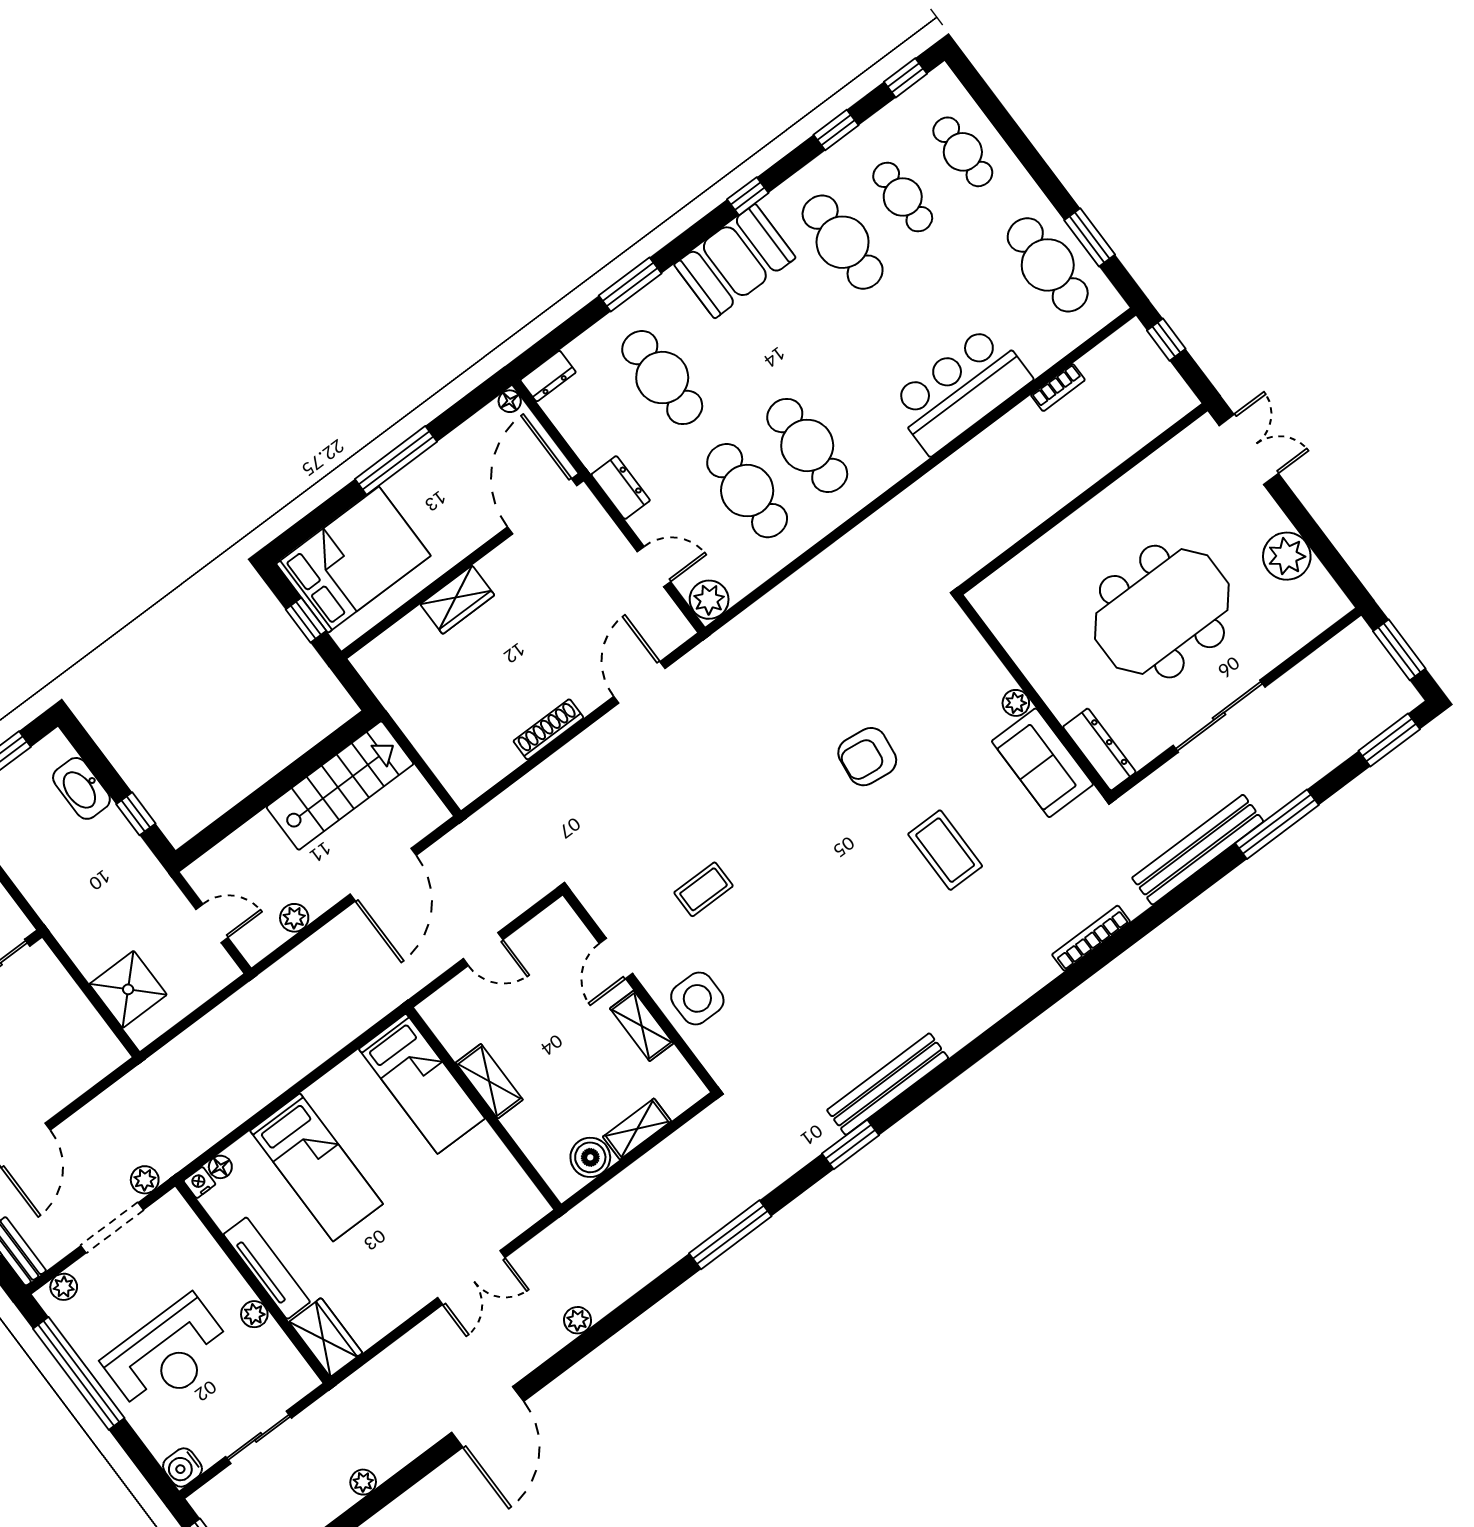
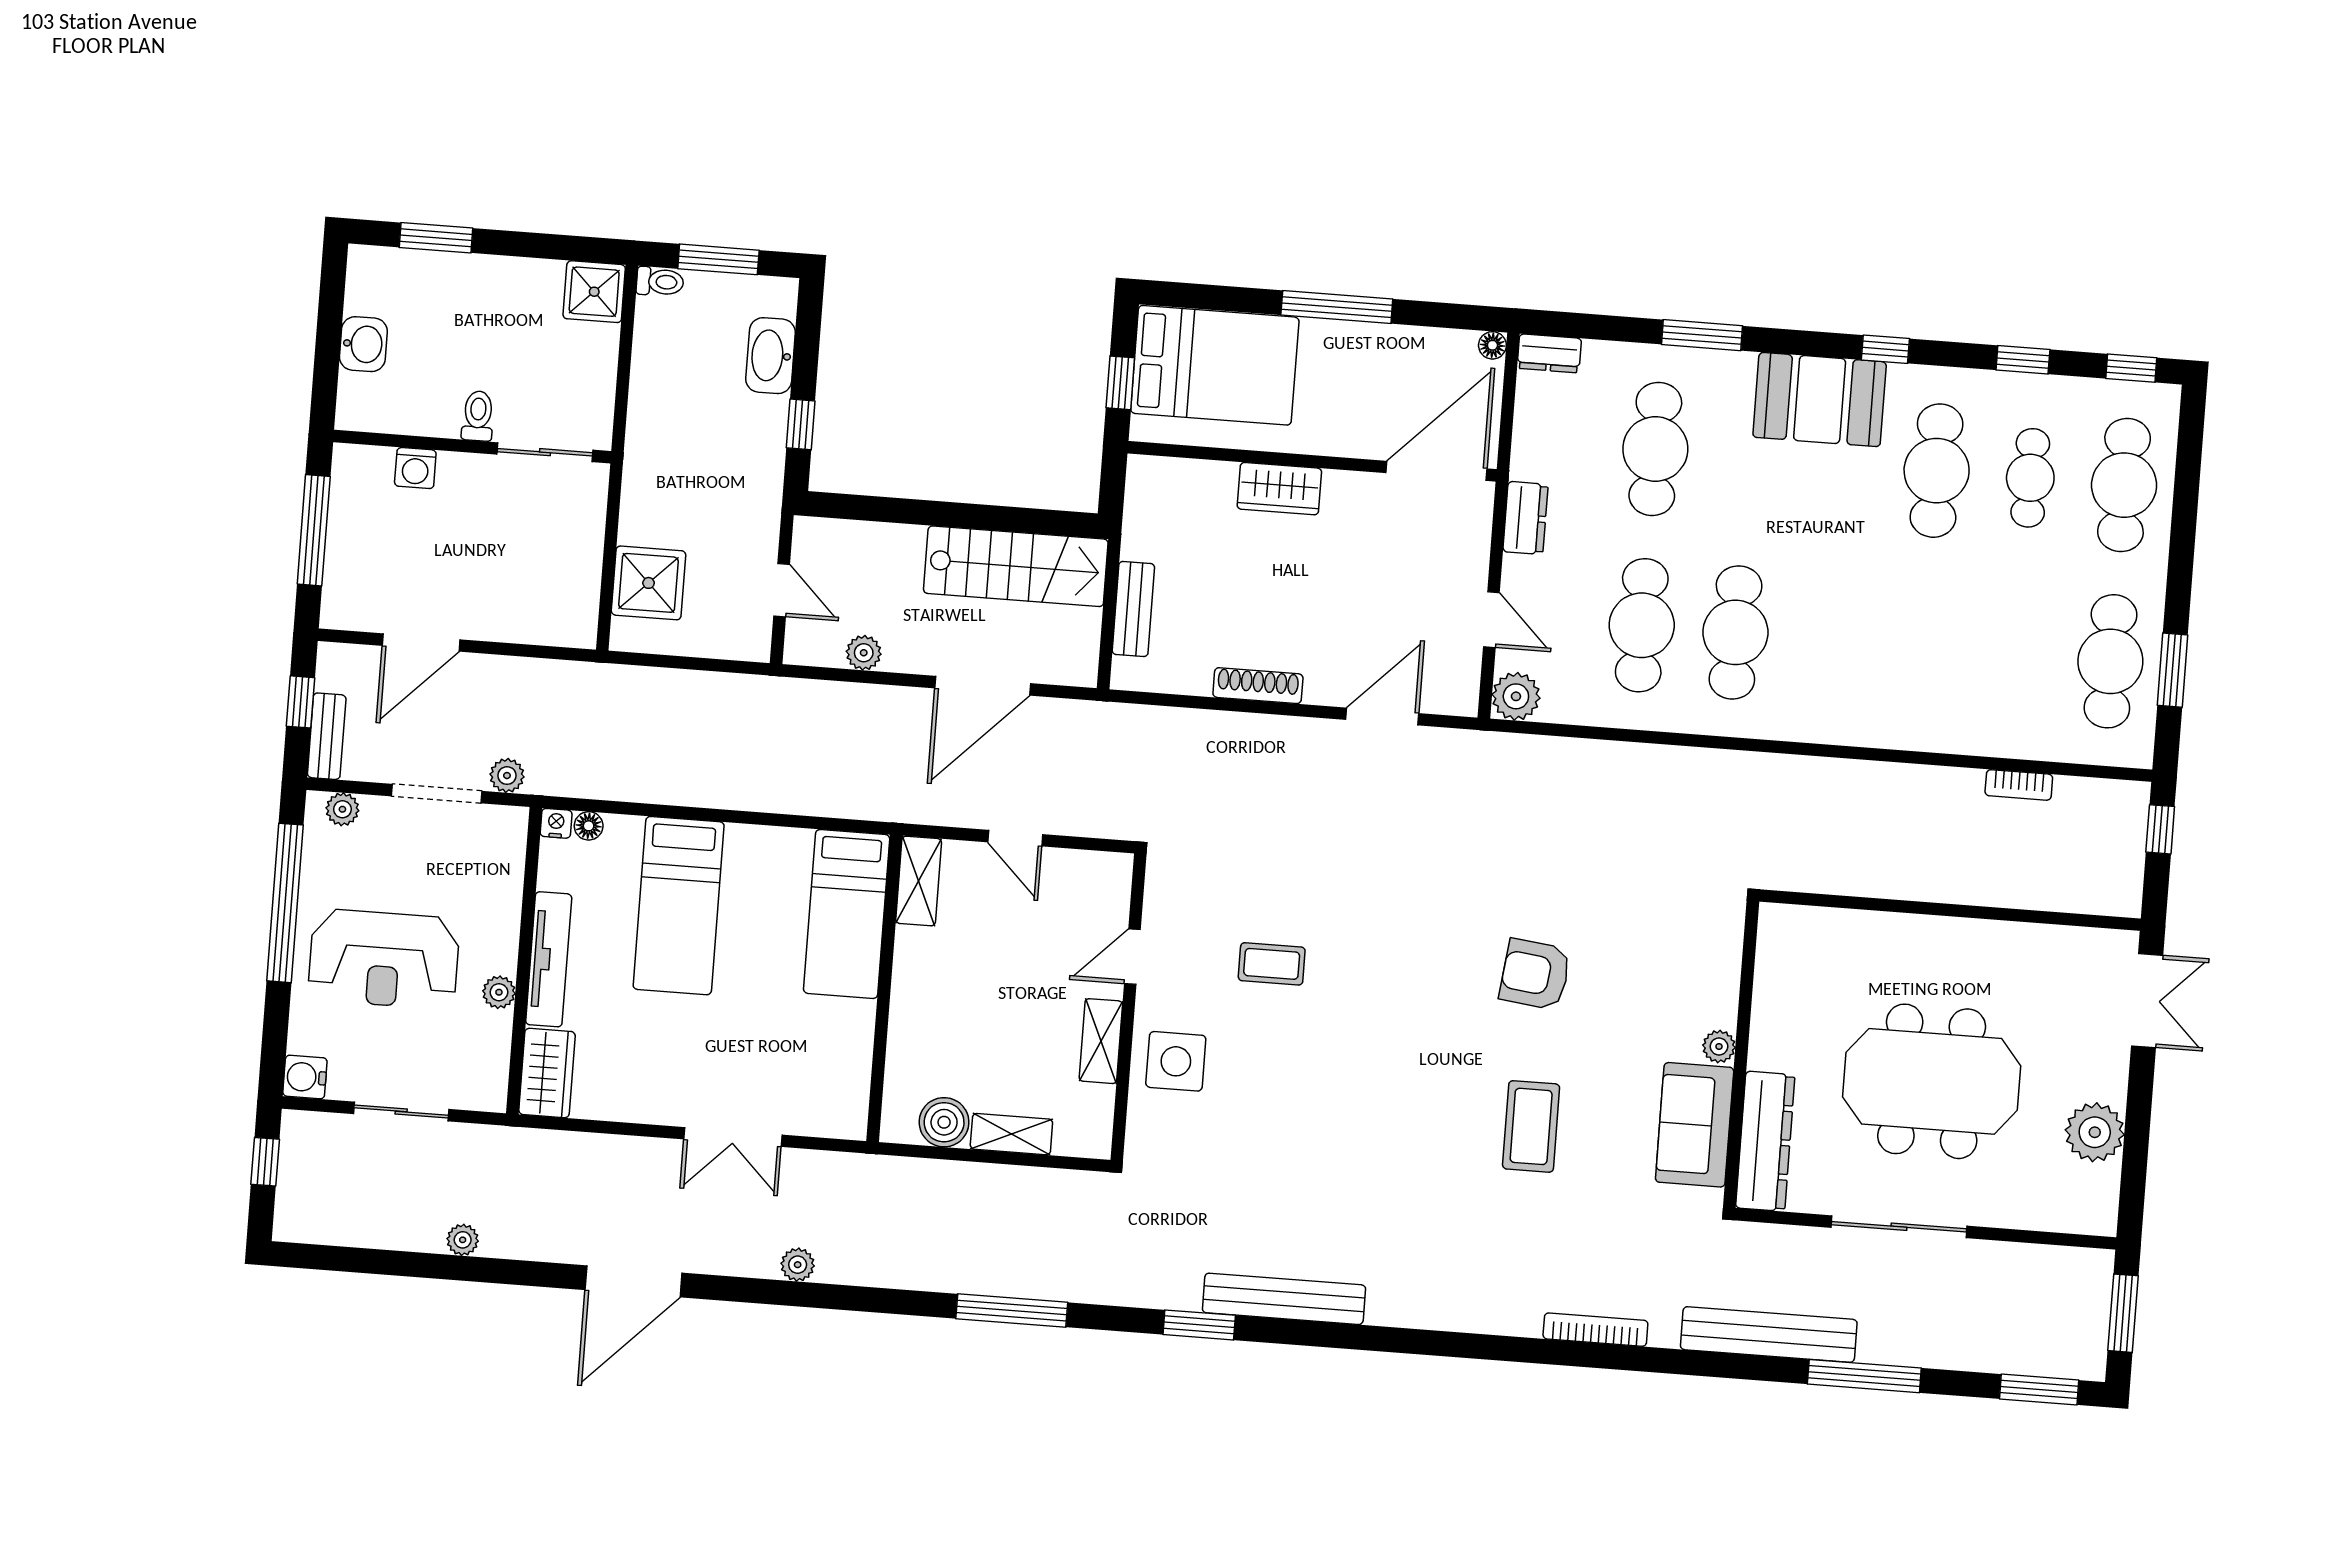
cafe table: (963, 152) -> (2124, 485), width x1.37, depth x1.35
bar counter: (960, 390) -> (1925, 707), removed
bench: (433, 749) -> (1133, 609), added
dresser: (1099, 749) -> (1765, 1141), width x1.37, depth x1.24
shelving: (489, 1081) -> (919, 881), moved

